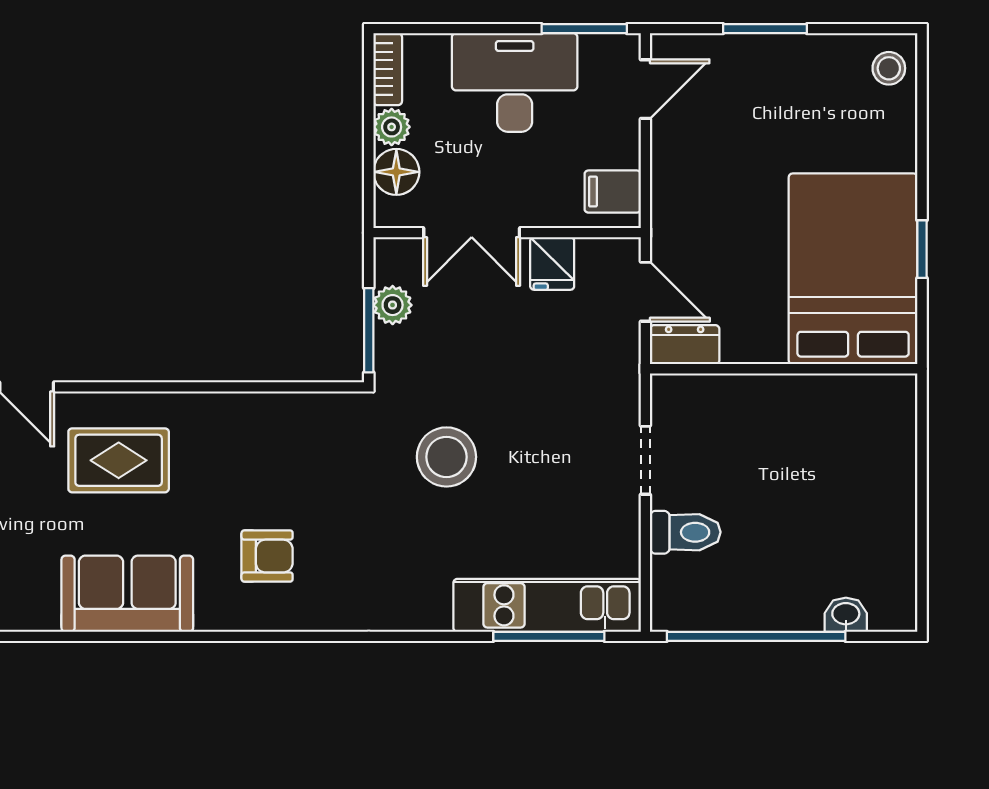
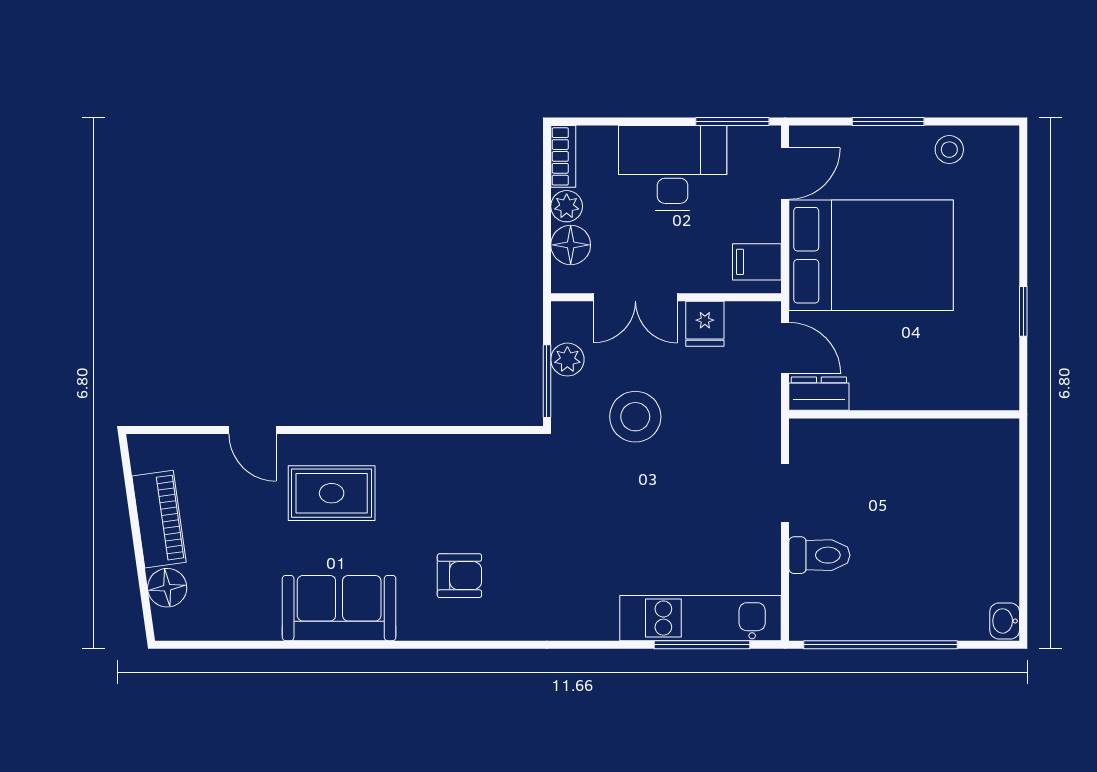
stool: (889, 68) -> (949, 150), moved
bed: (853, 269) -> (871, 255), moved, turned 90
stool: (446, 457) -> (635, 417), moved
washbasin: (846, 615) -> (1005, 621), moved, turned -90

